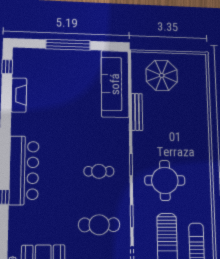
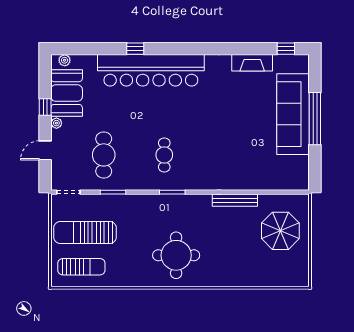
sofa: (115, 84) -> (293, 114), moved, turned -90
bar counter: (24, 170) -> (151, 70), width x1.36
round table: (165, 180) -> (176, 255), moved

